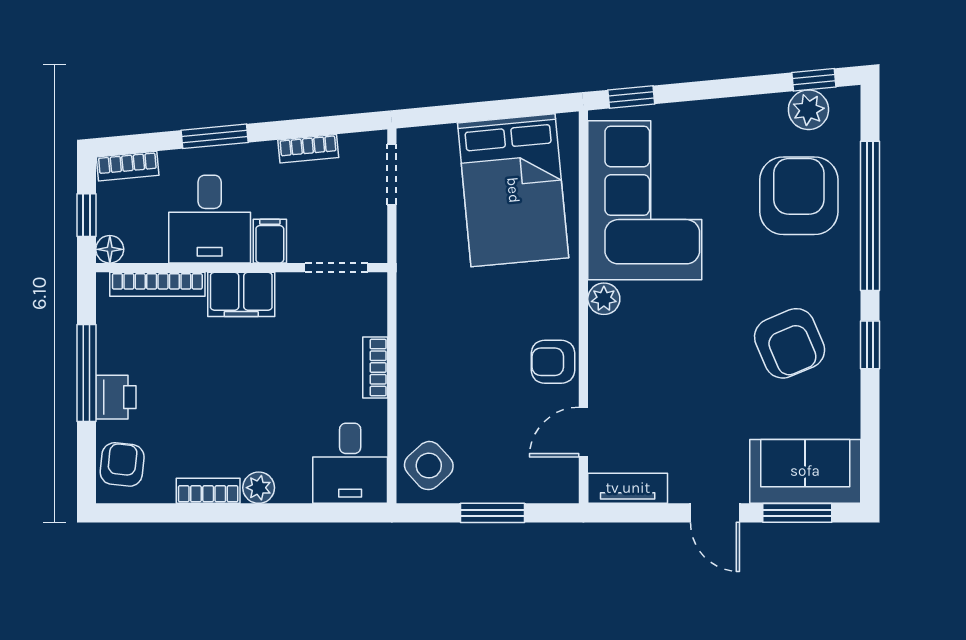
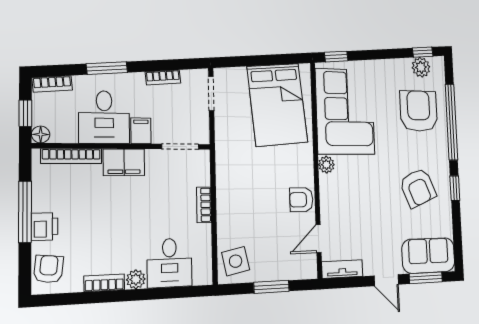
desk: (350, 463) -> (170, 263), moved
side table: (429, 466) -> (236, 261), turned 30

